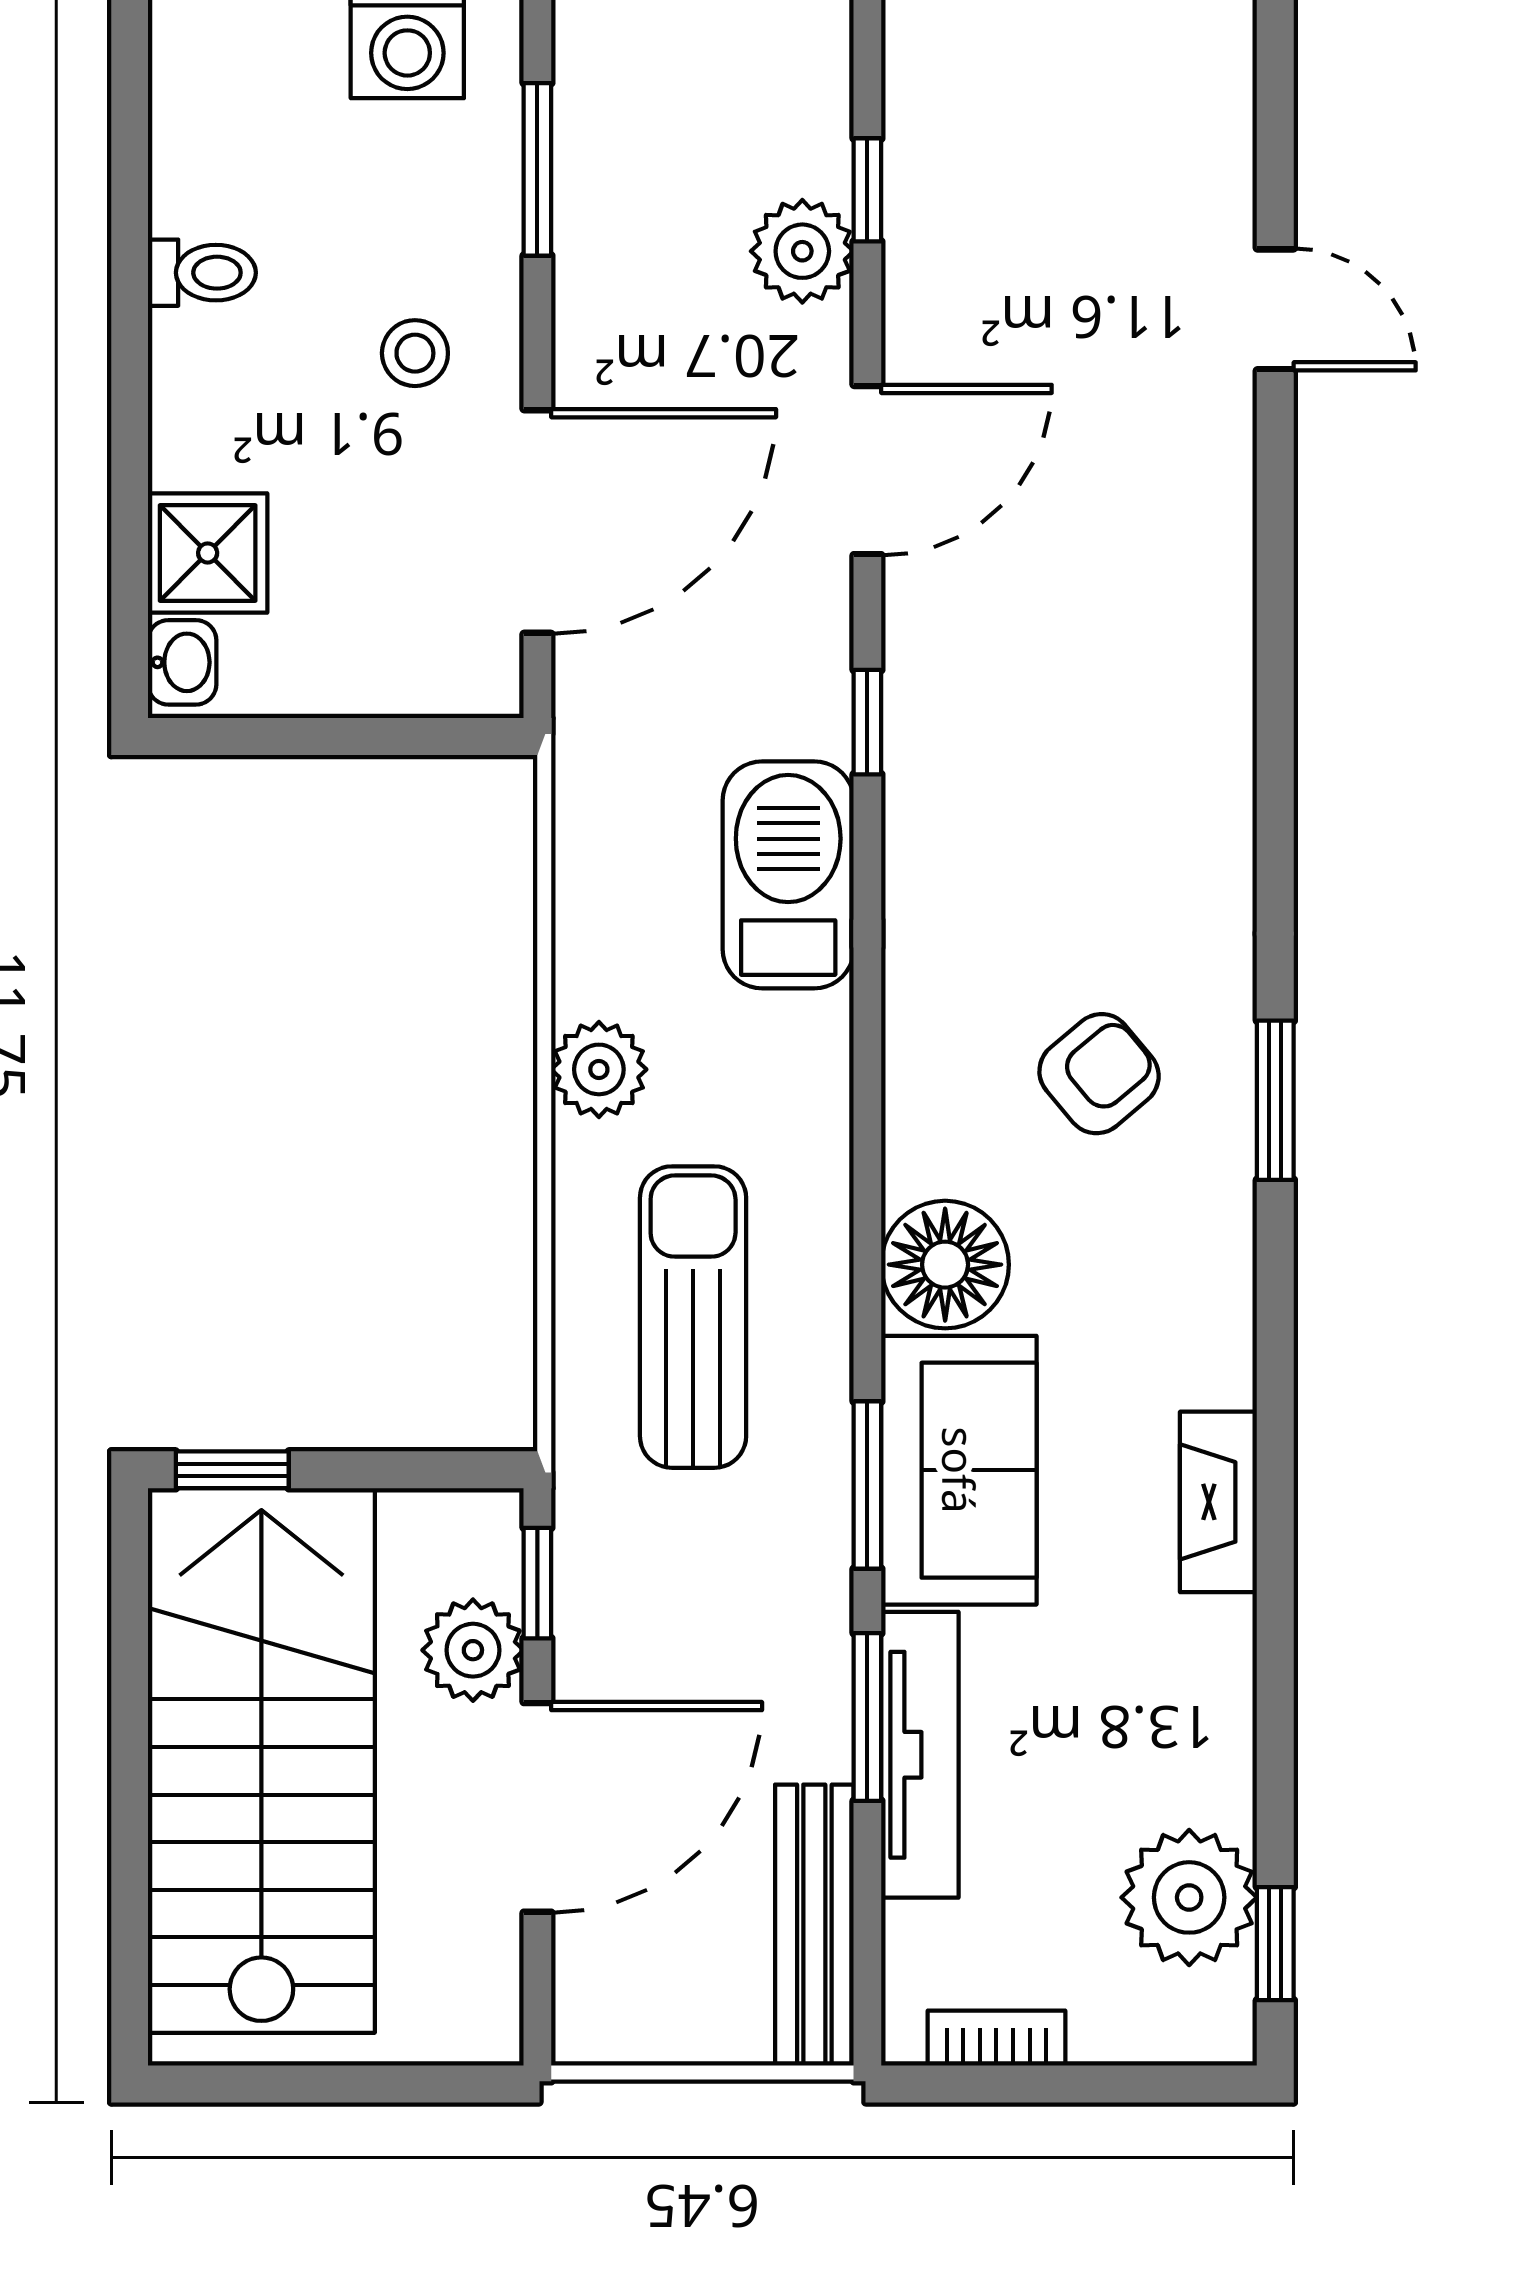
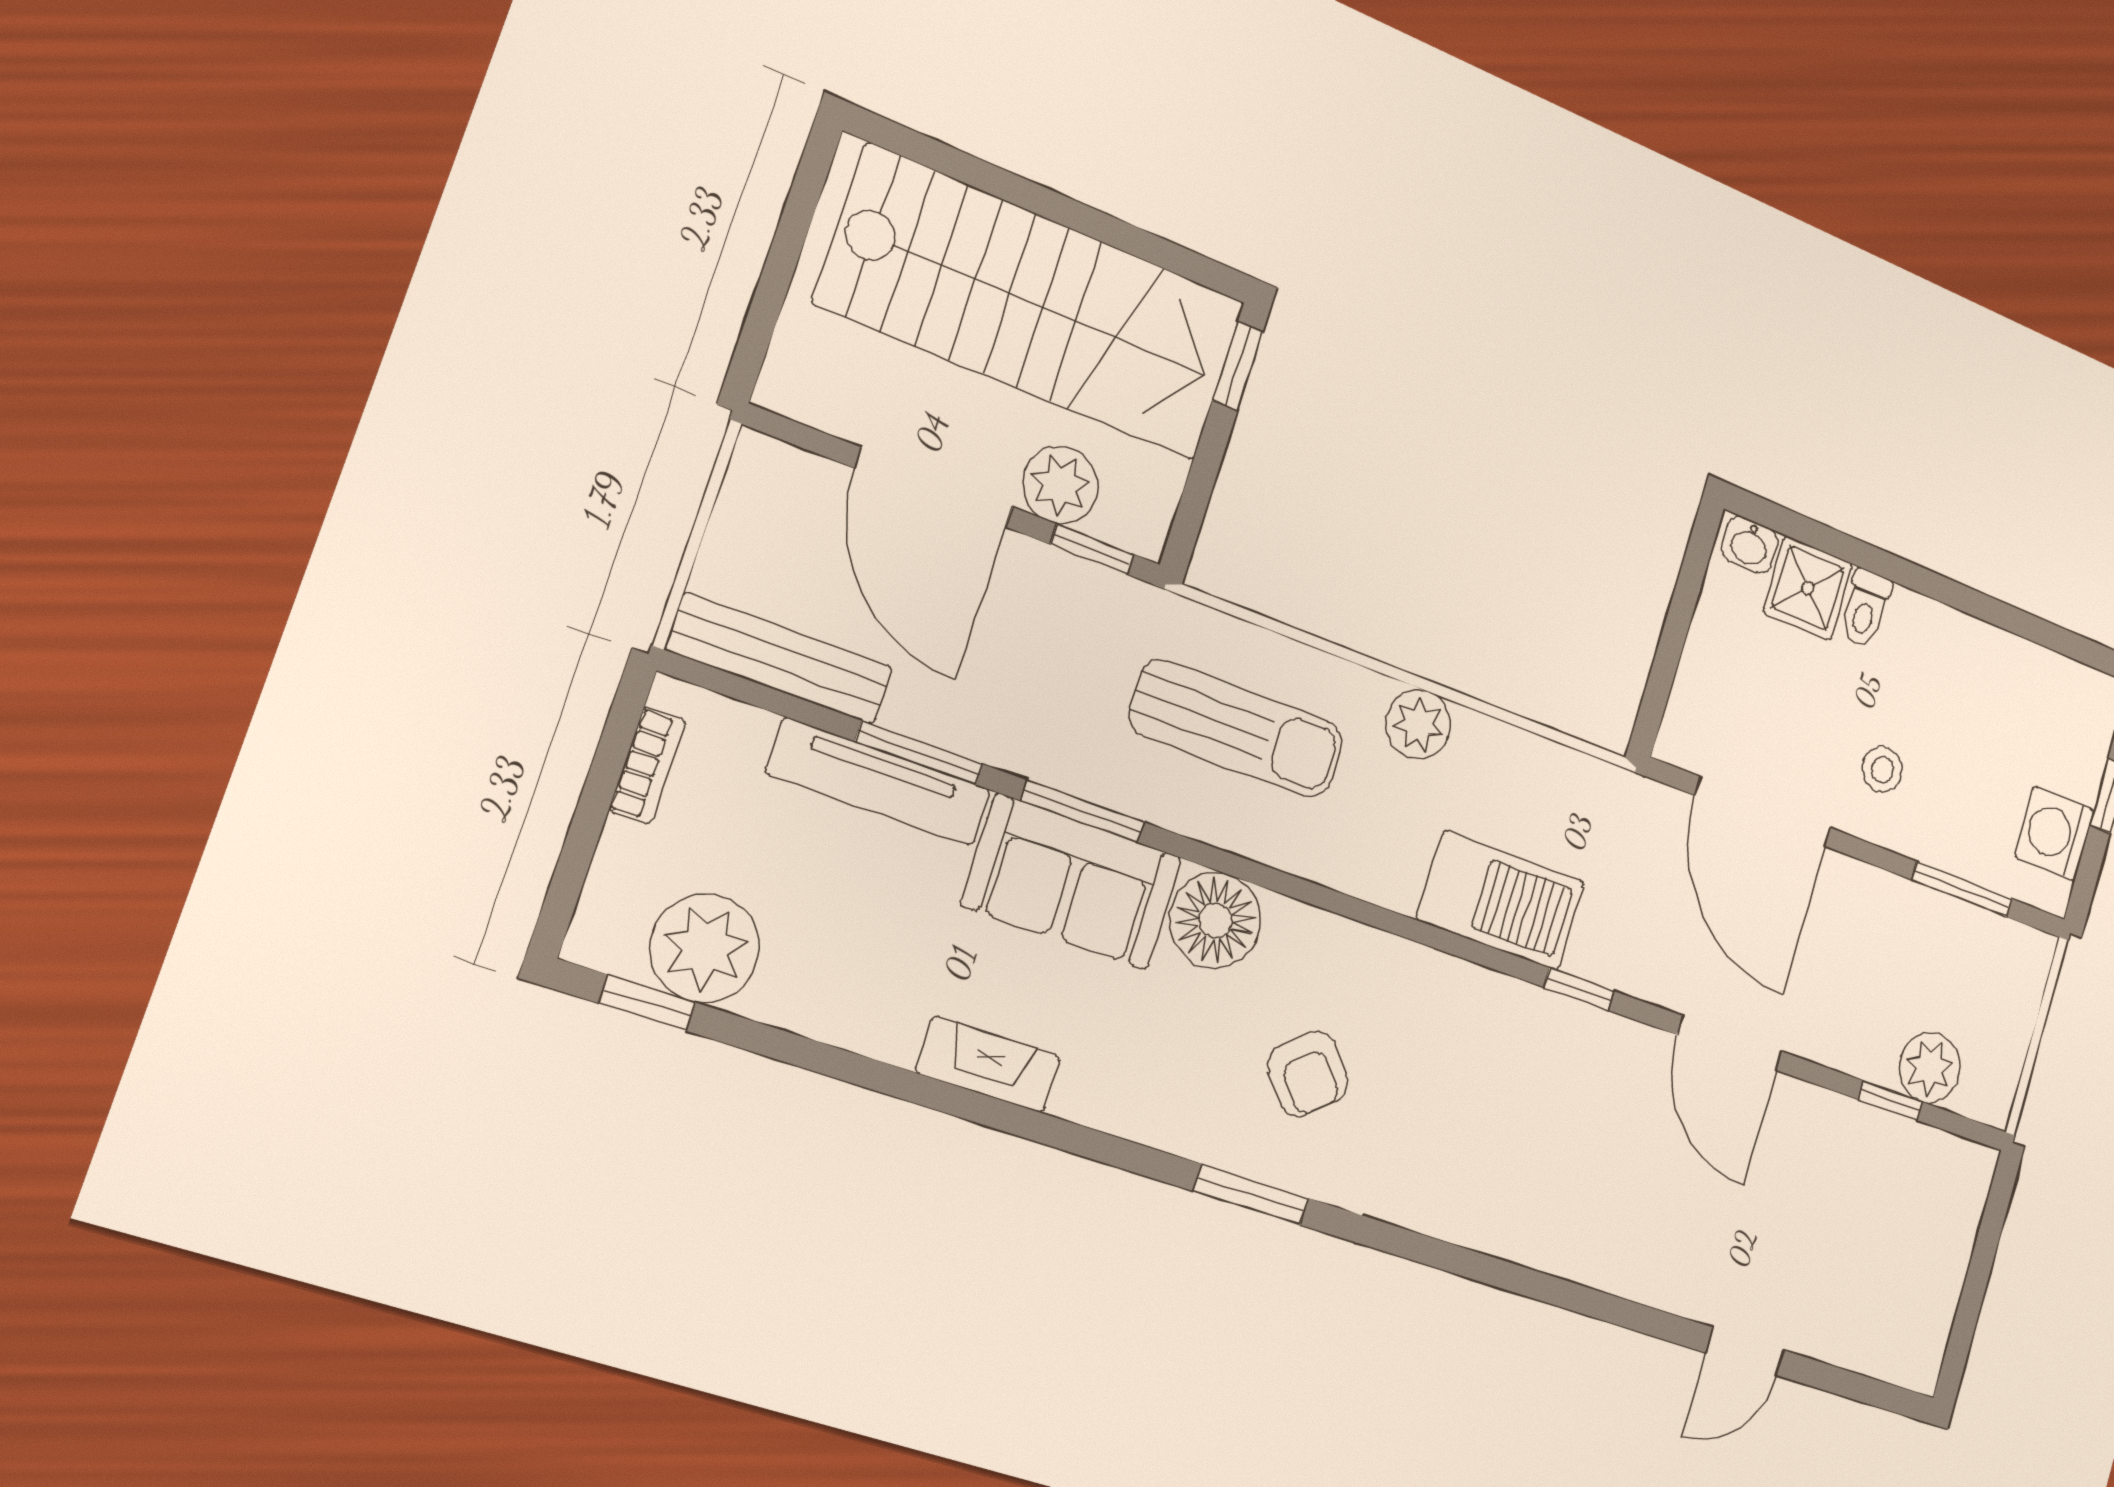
plant: (802, 251) -> (1930, 1068), moved
toilet: (202, 273) -> (1866, 608), moved

